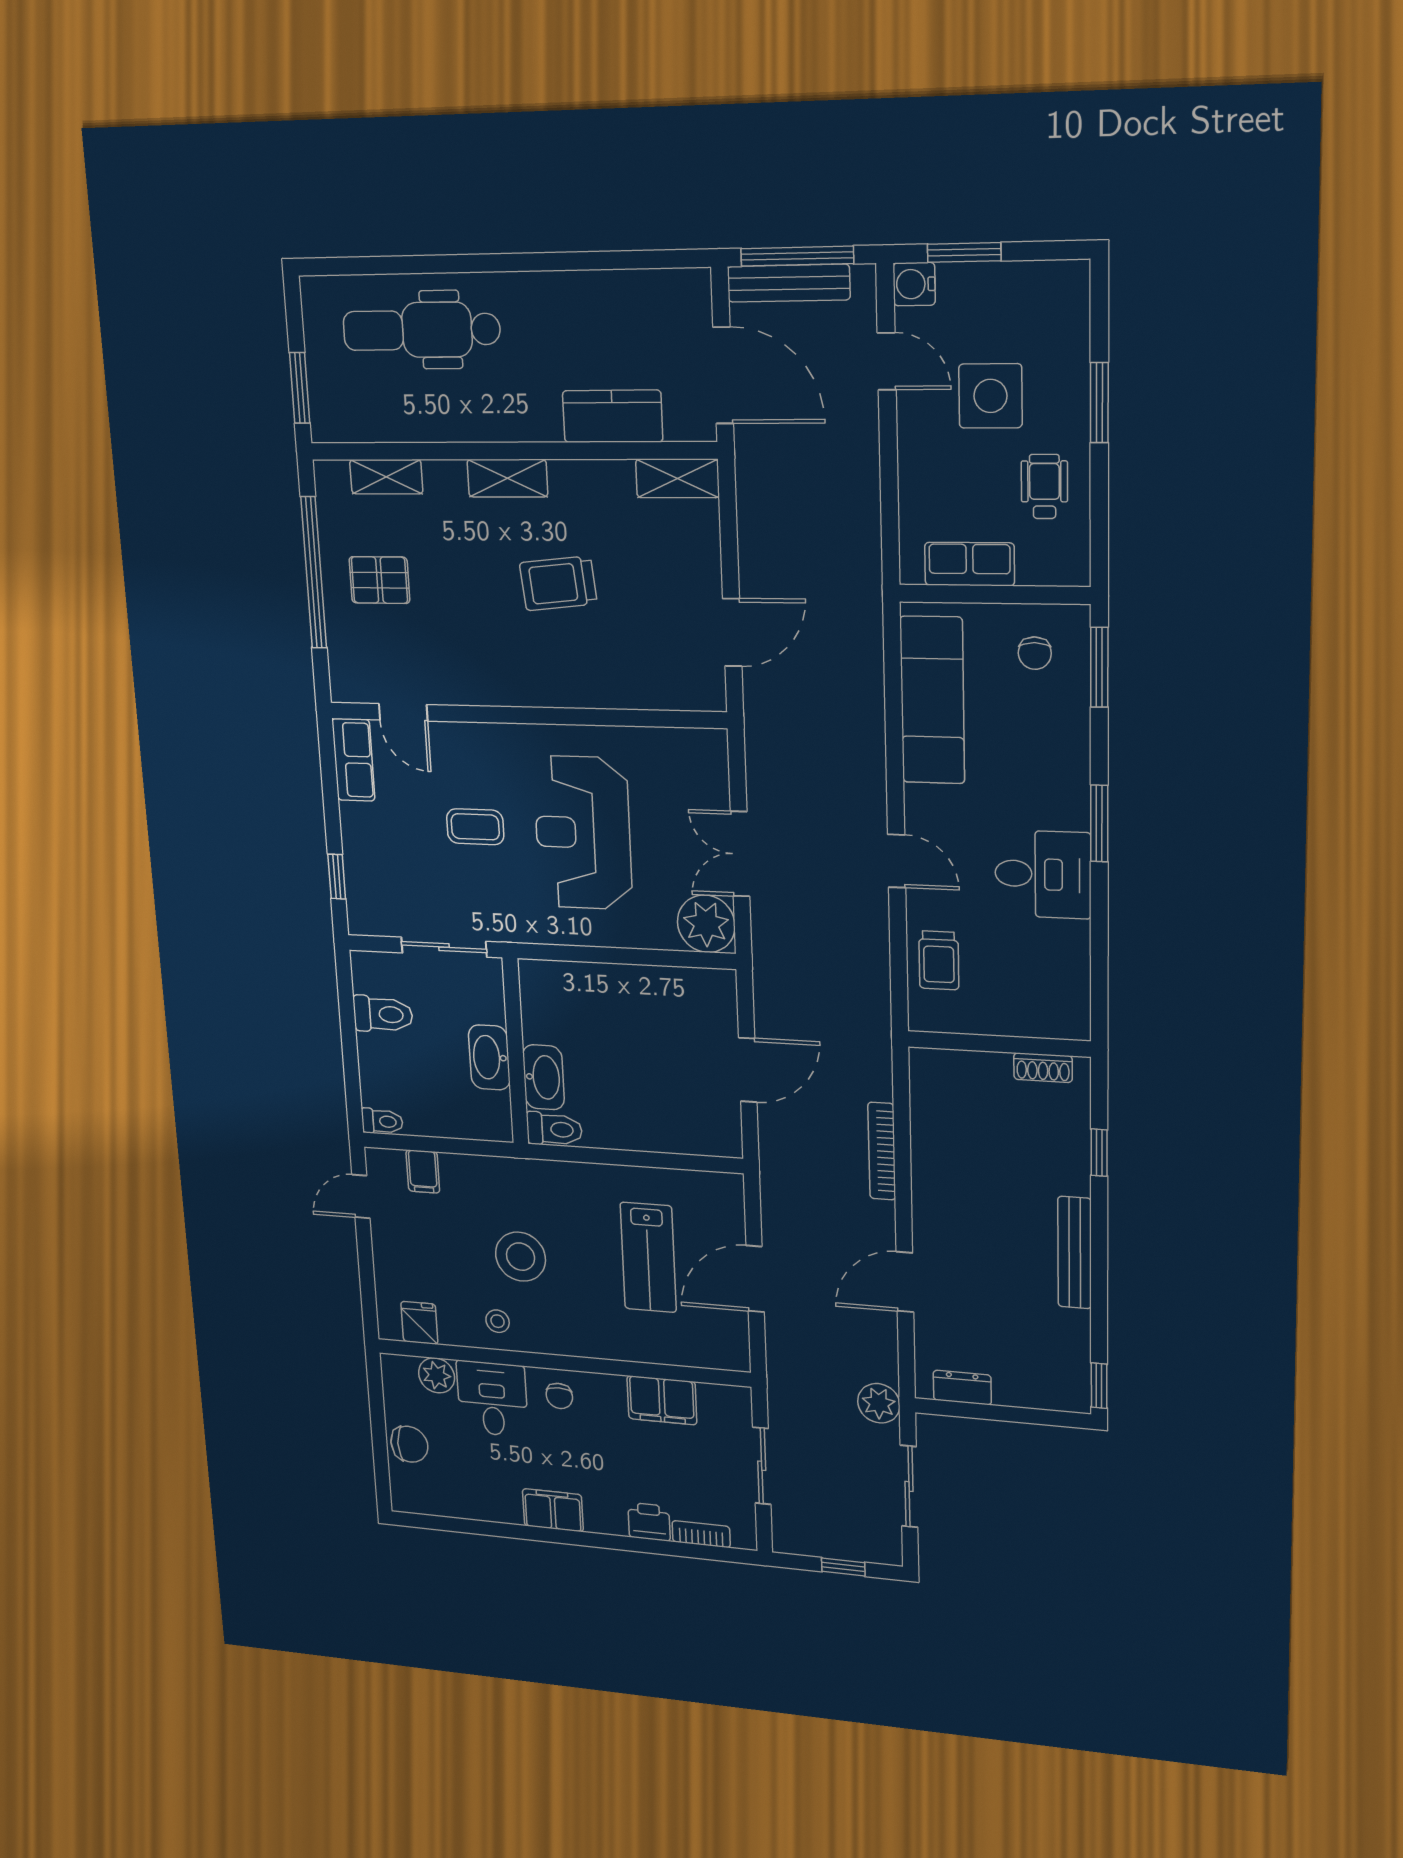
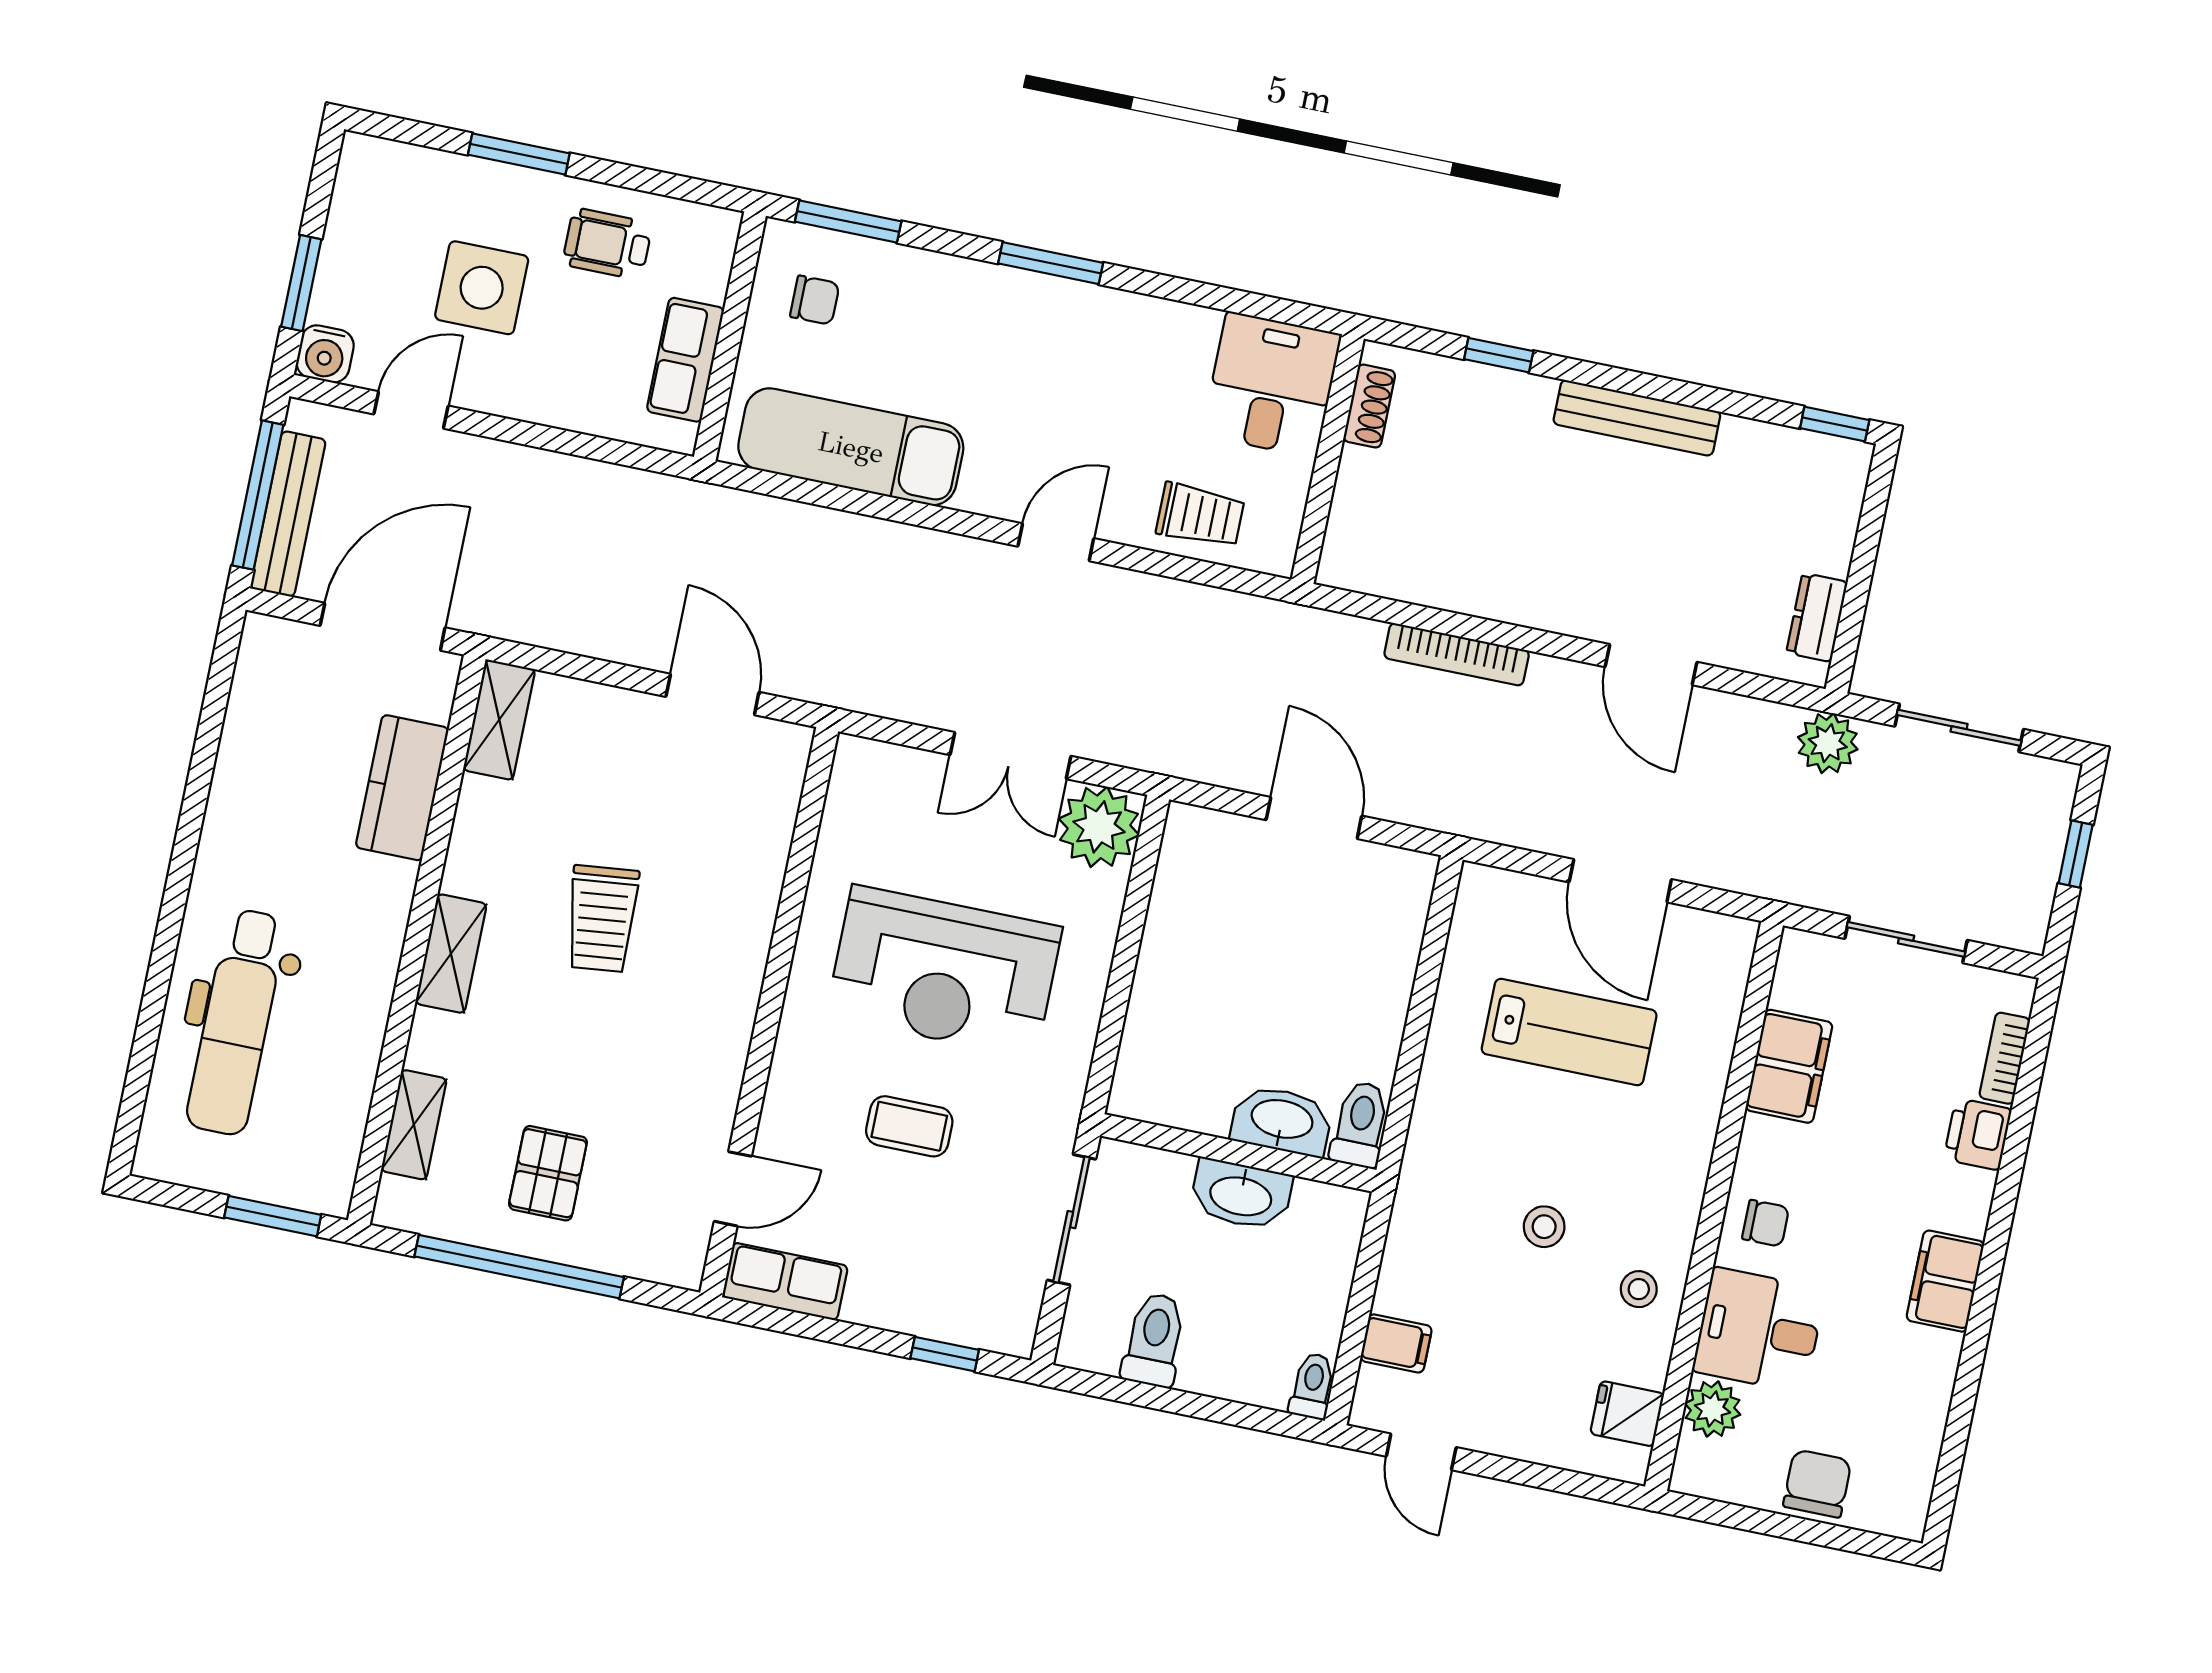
coffee table: (475, 827) -> (909, 1126), turned 90
desk: (1043, 874) -> (1272, 385), moved
stool: (521, 1257) -> (1544, 1227), width x0.53, depth x0.53

